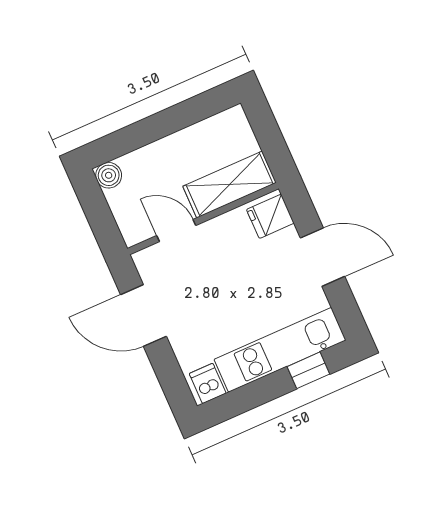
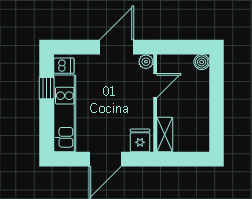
shelving: (230, 184) -> (165, 135), width x0.67, depth x0.75
plant: (146, 261) -> (146, 62), added
window: (308, 370) -> (47, 88), moved

